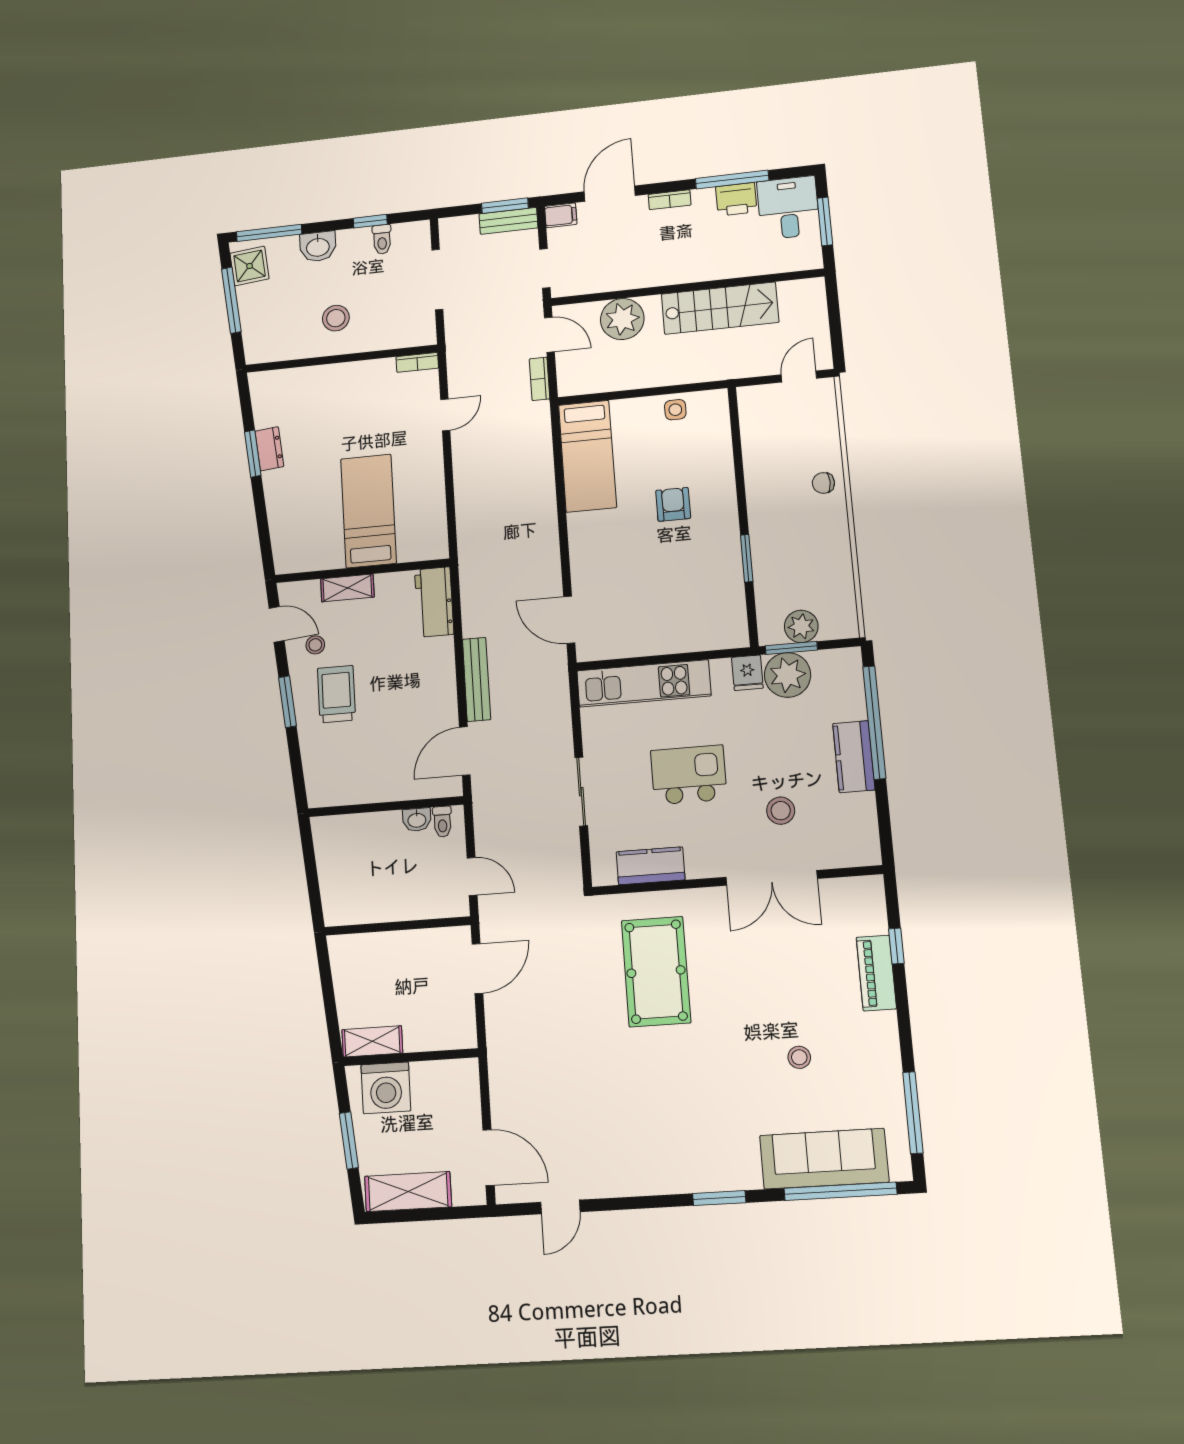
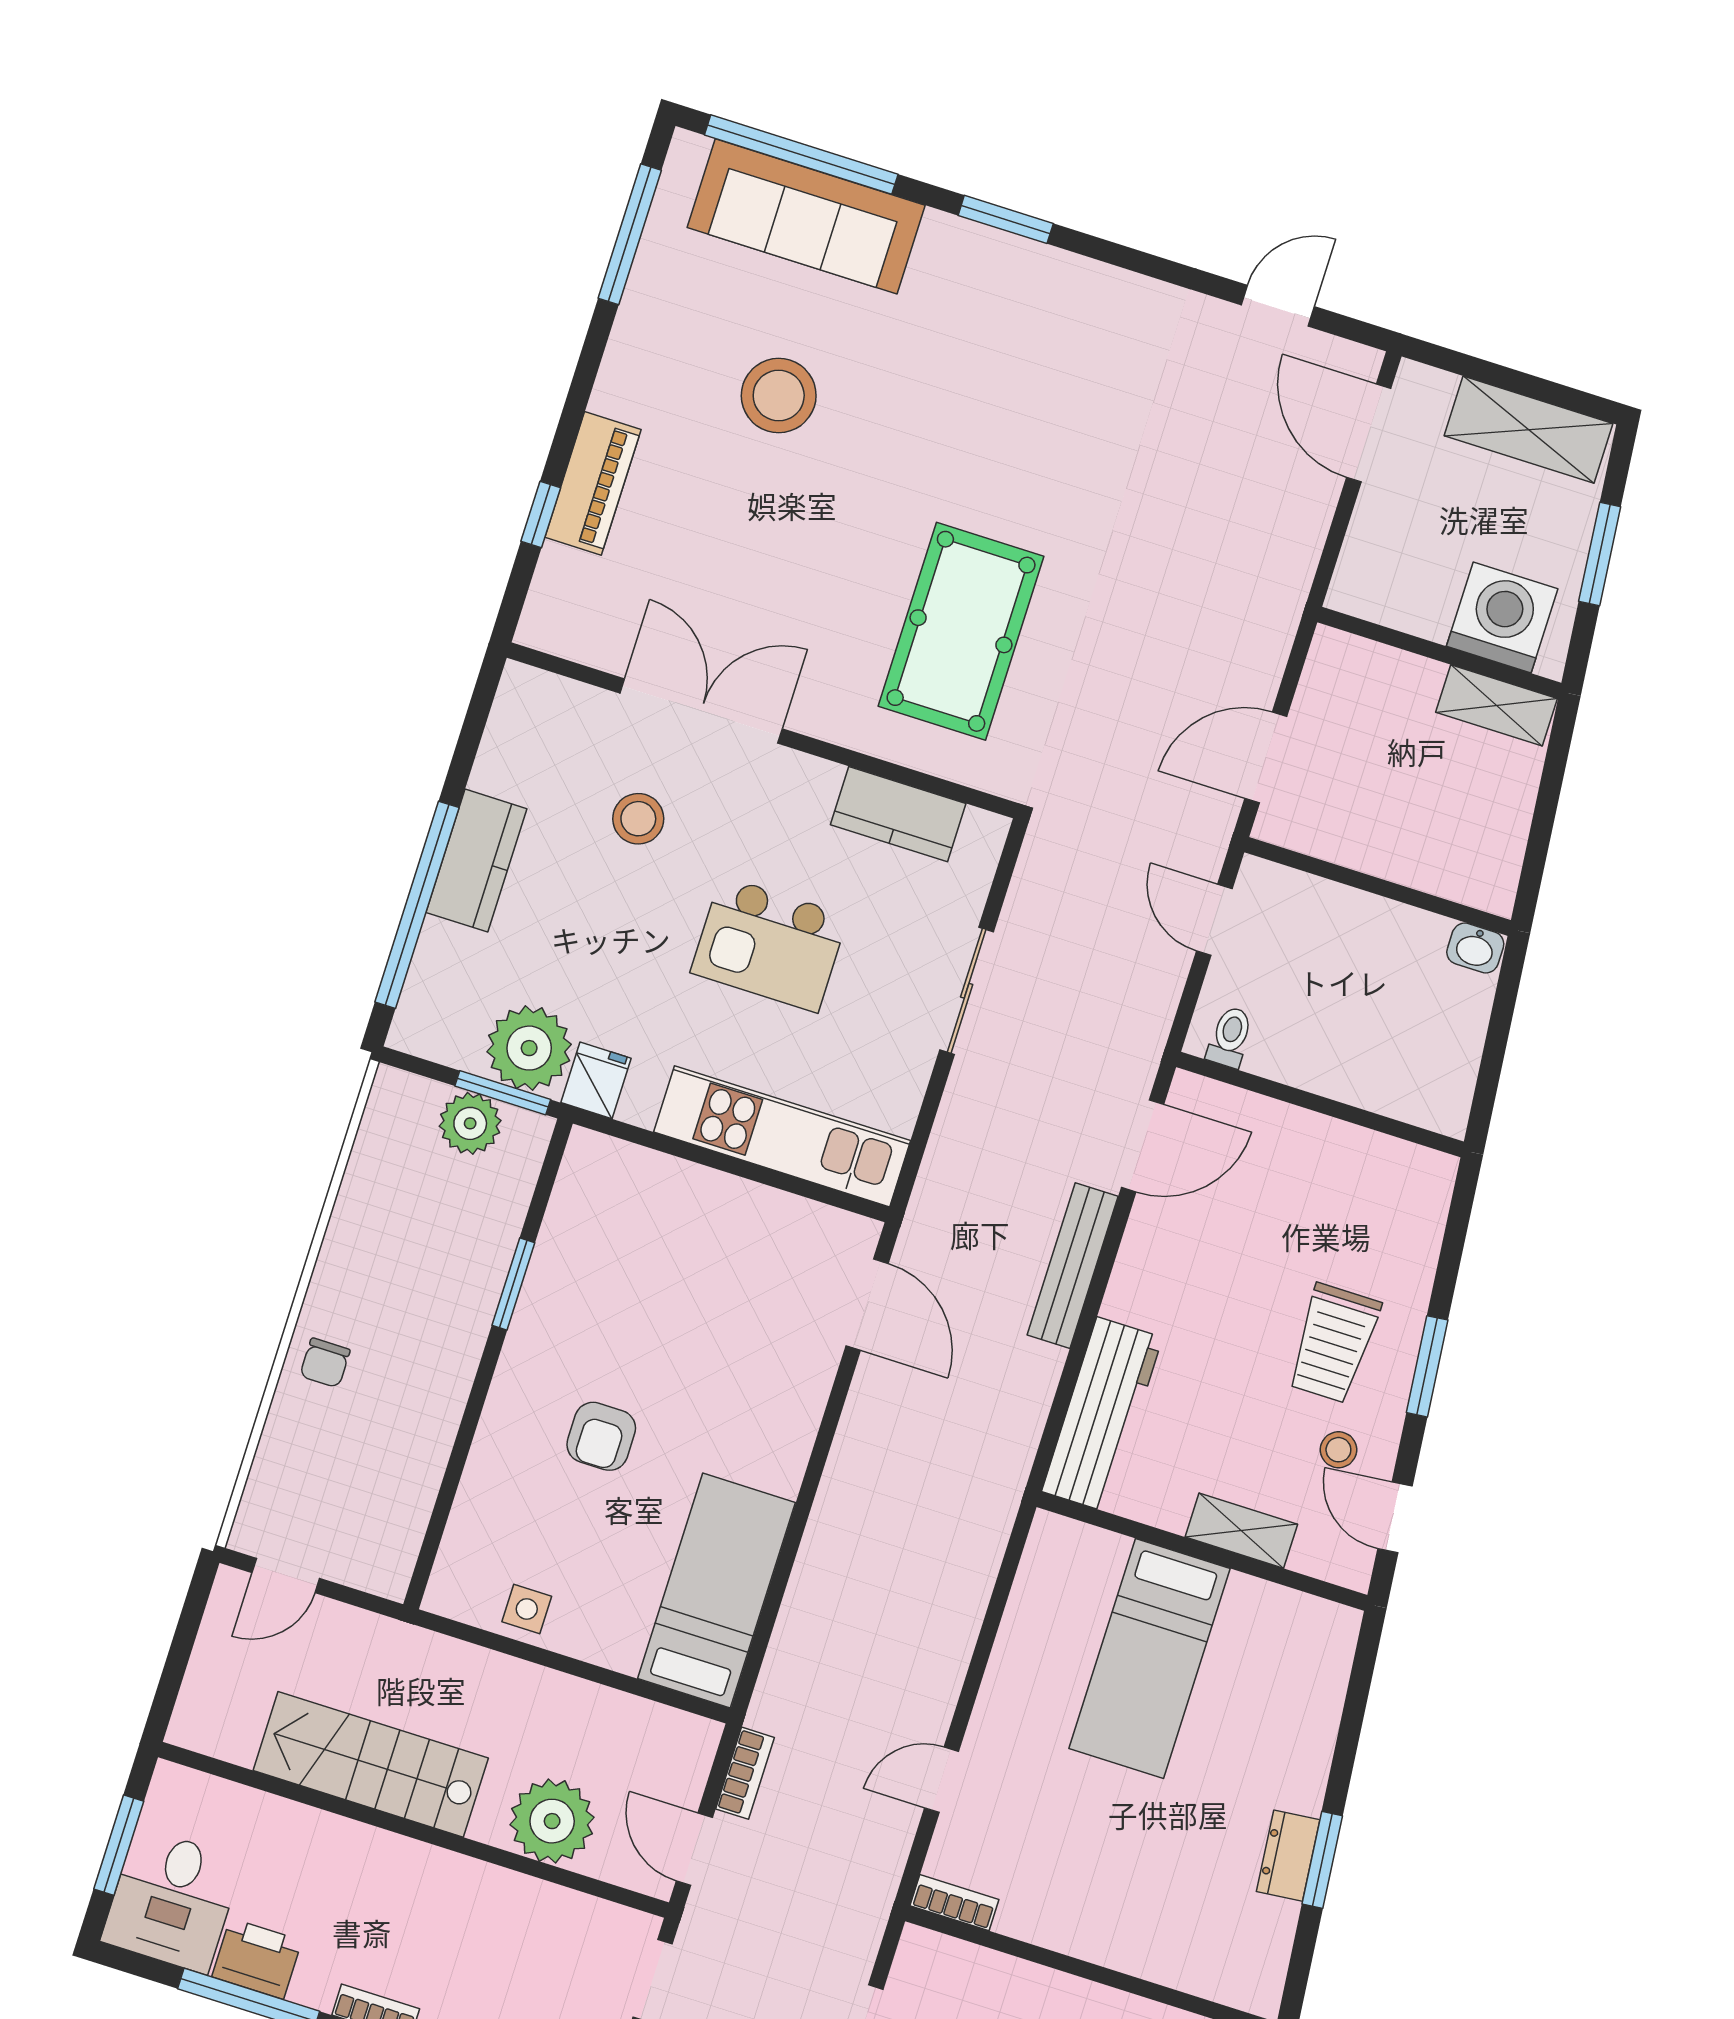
chair: (823, 483) -> (325, 1363), turned 90
workbench: (434, 602) -> (1102, 1414), width x1.38
washbasin: (417, 820) -> (1475, 948), moved, turned 180
stool: (799, 1057) -> (779, 396), width x1.89, depth x1.89

